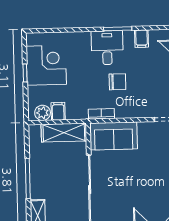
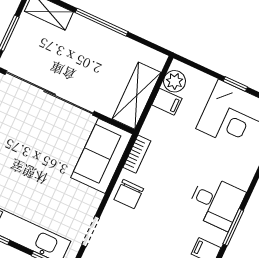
chair: (117, 82) -> (129, 194), moved

